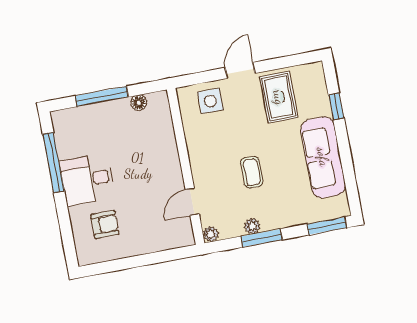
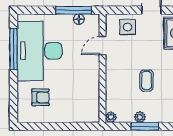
window: (102, 96) -> (74, 10), moved
desk: (87, 180) -> (40, 51), width x1.87, depth x1.30
door: (192, 202) -> (102, 46), moved

